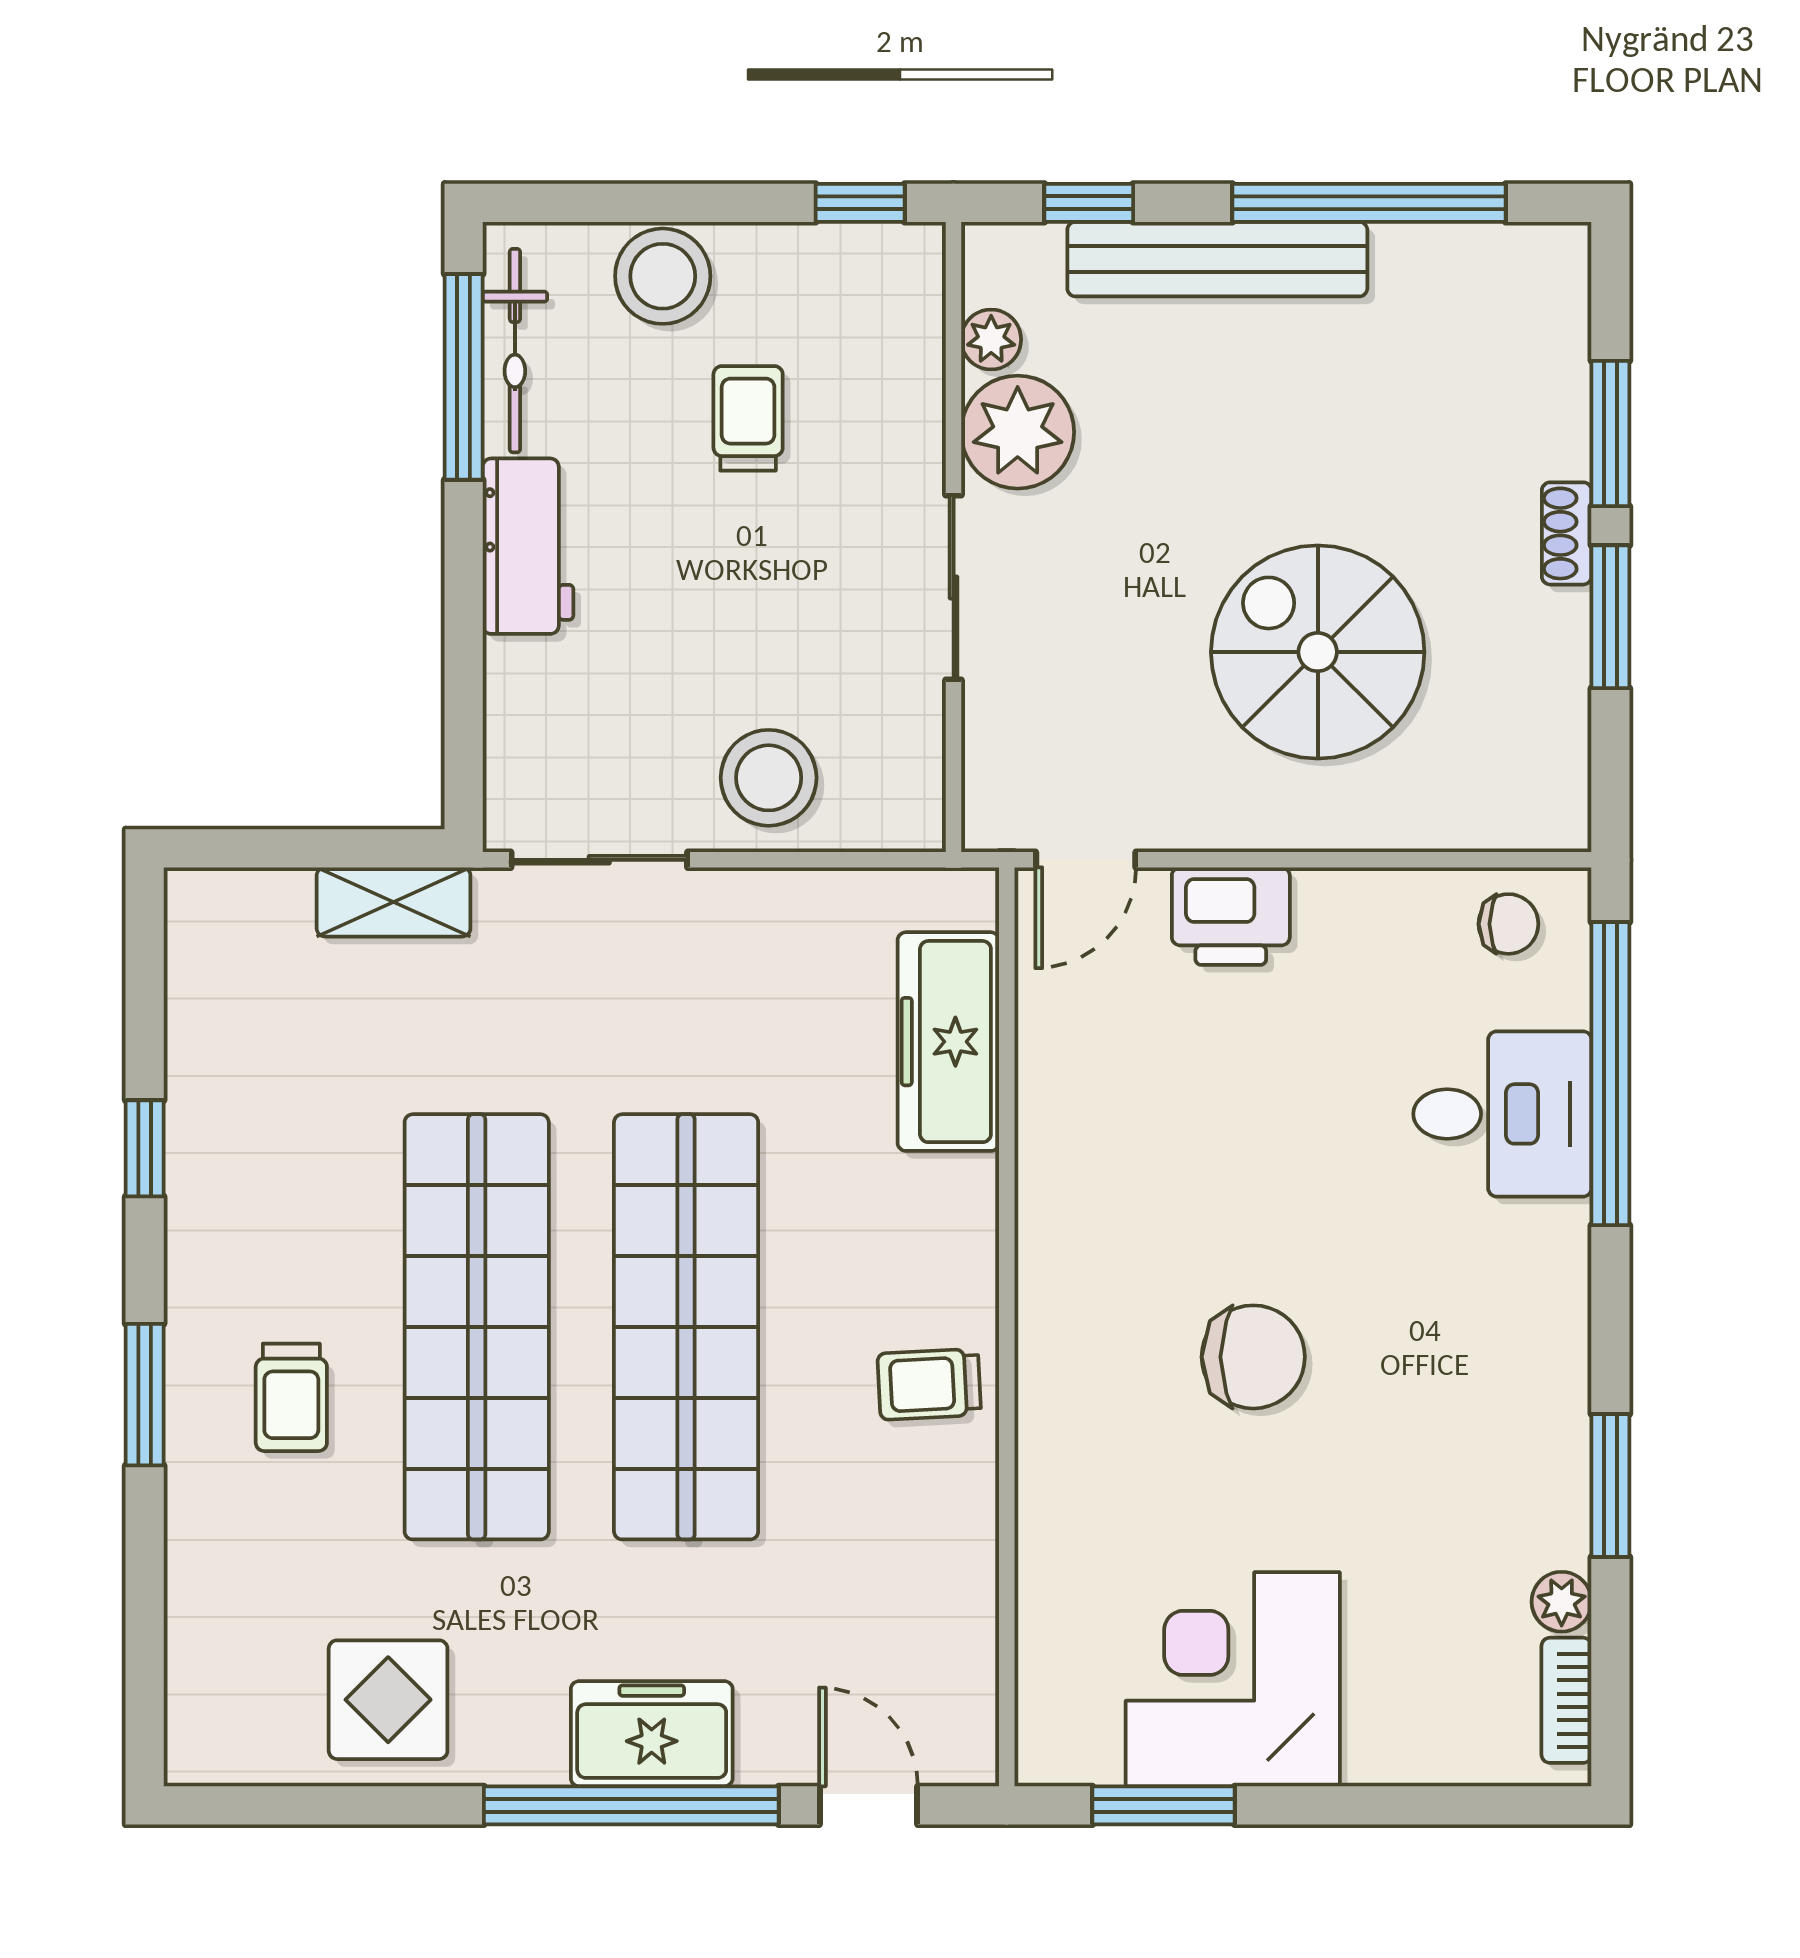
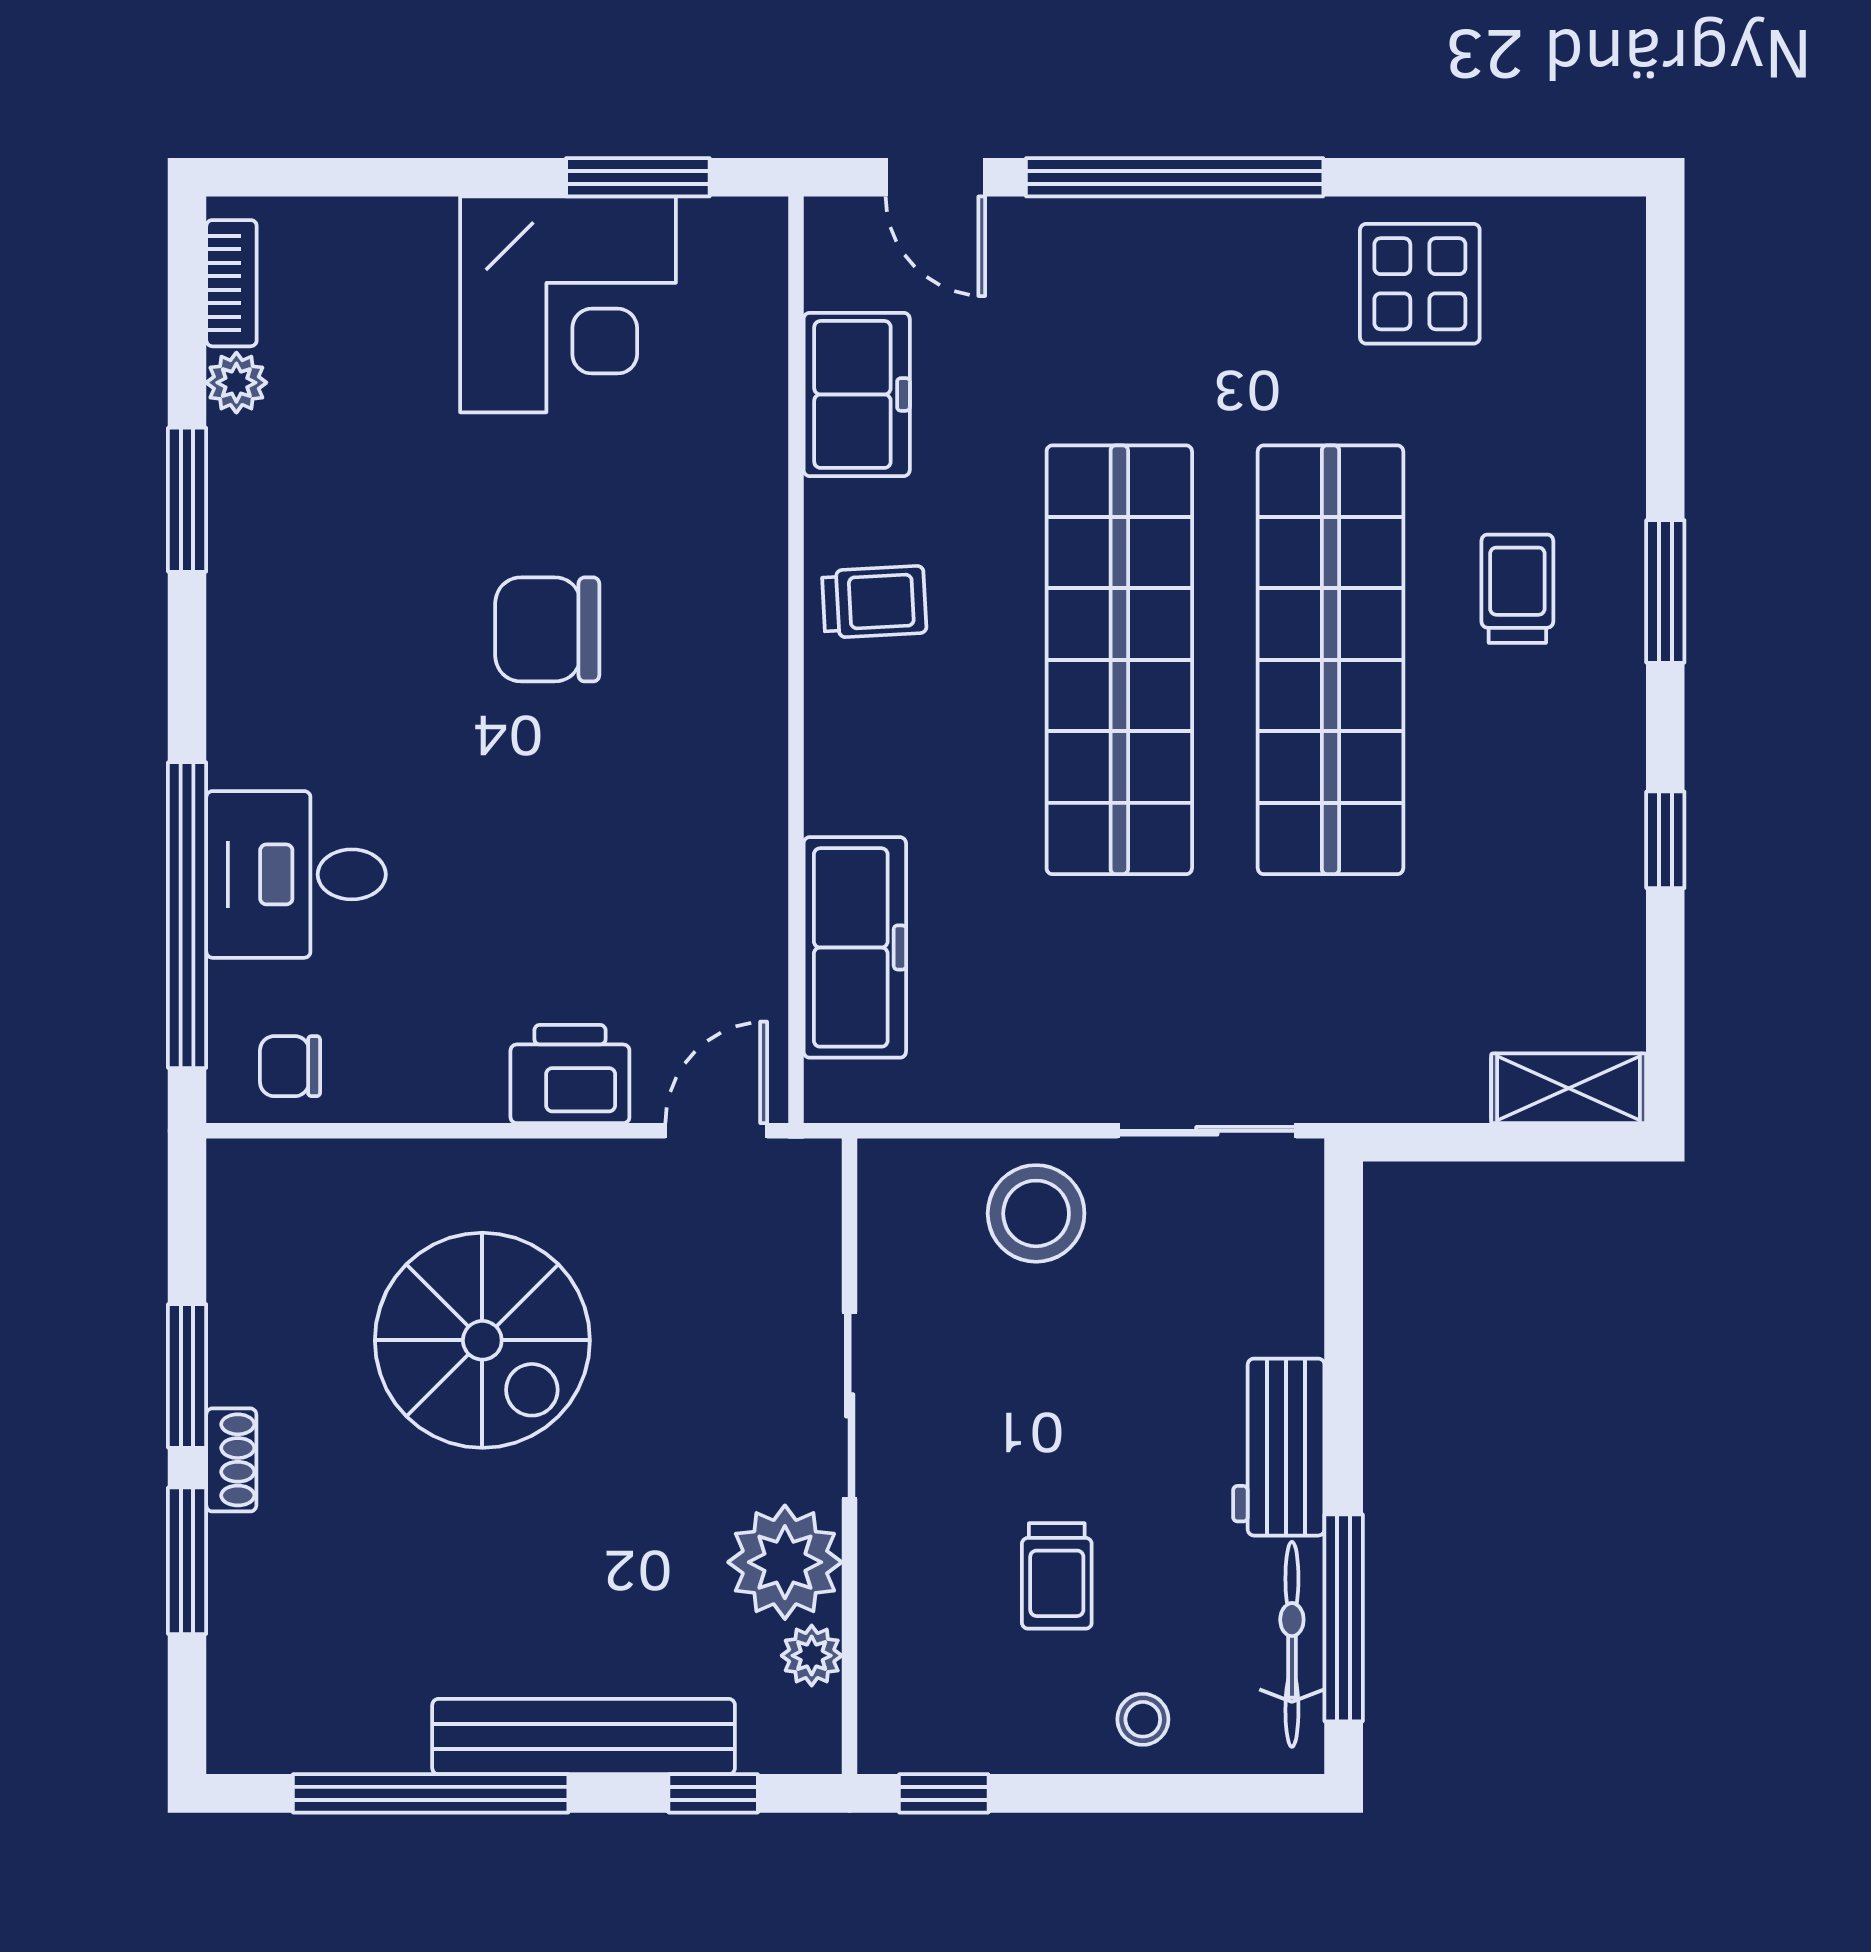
stool: (663, 276) -> (1143, 1719), width x0.53, depth x0.53
shelving: (394, 902) -> (1569, 1088), moved
freezer: (652, 1734) -> (857, 394), moved, turned -90

